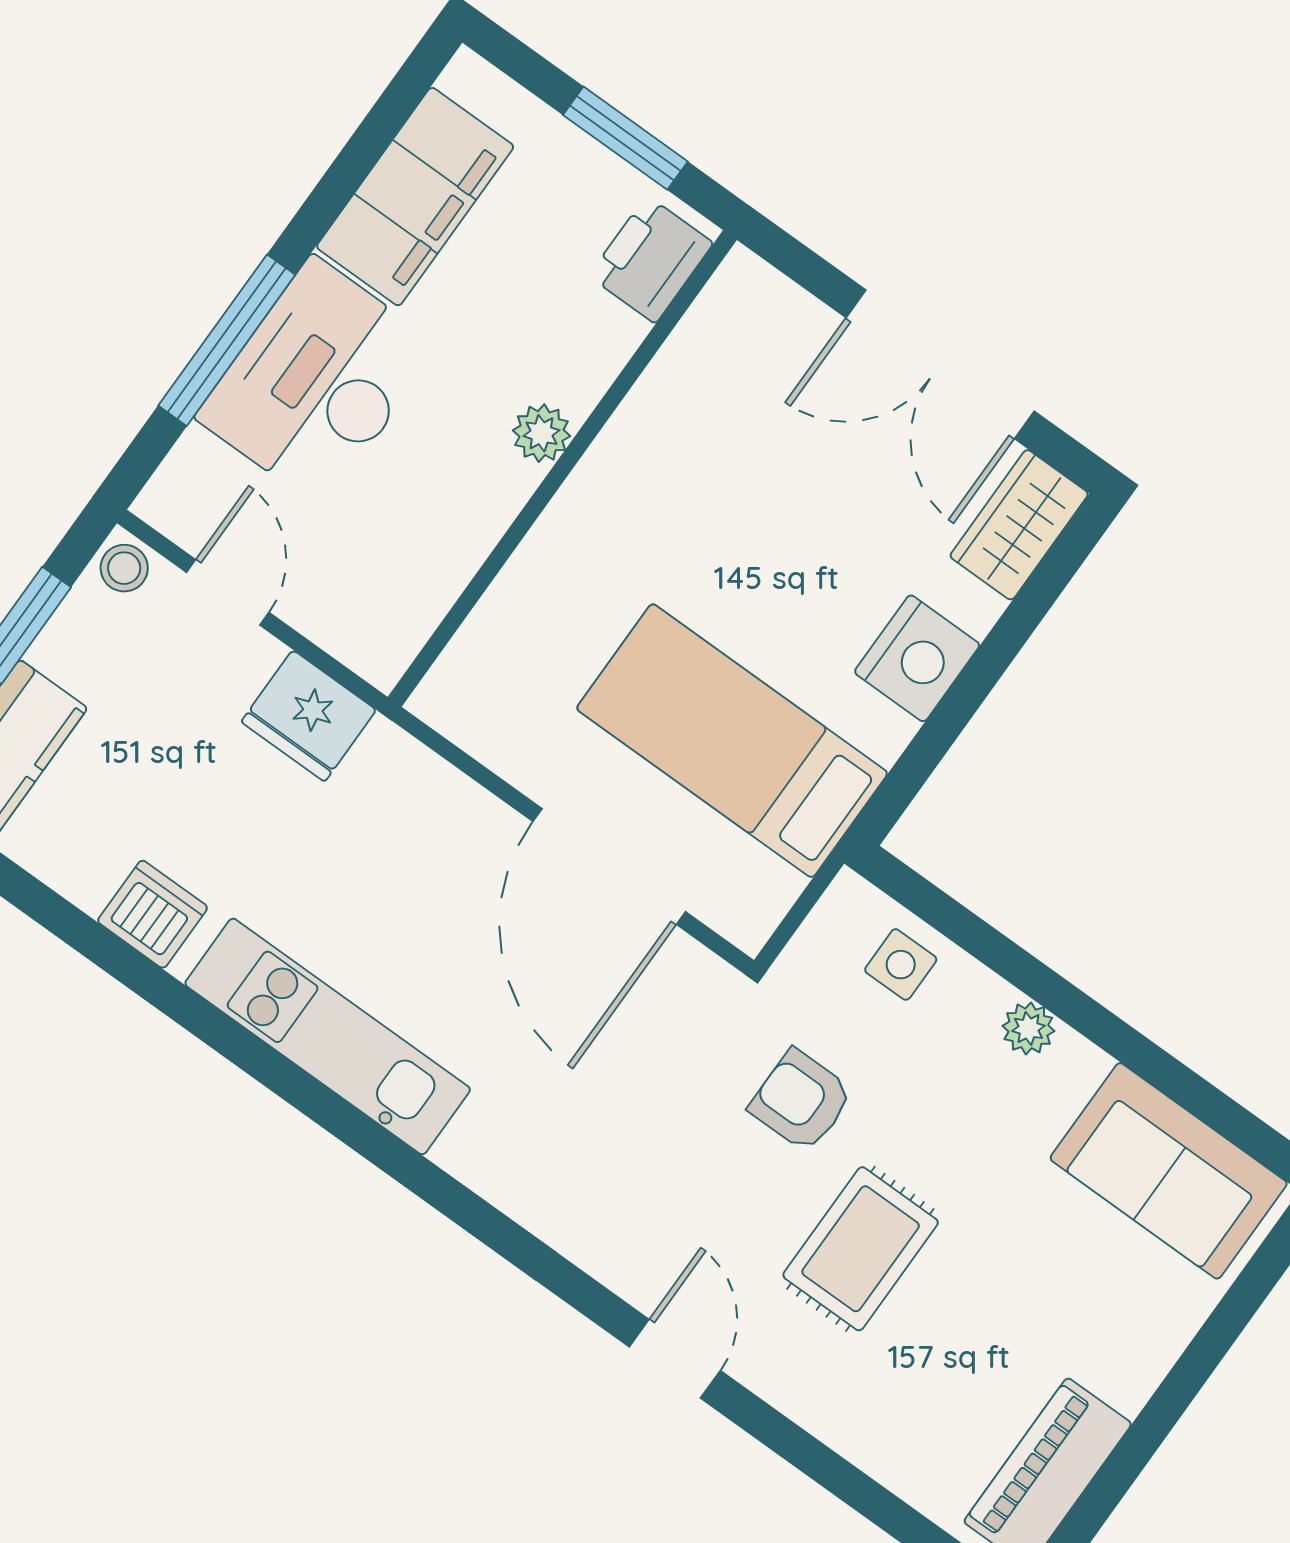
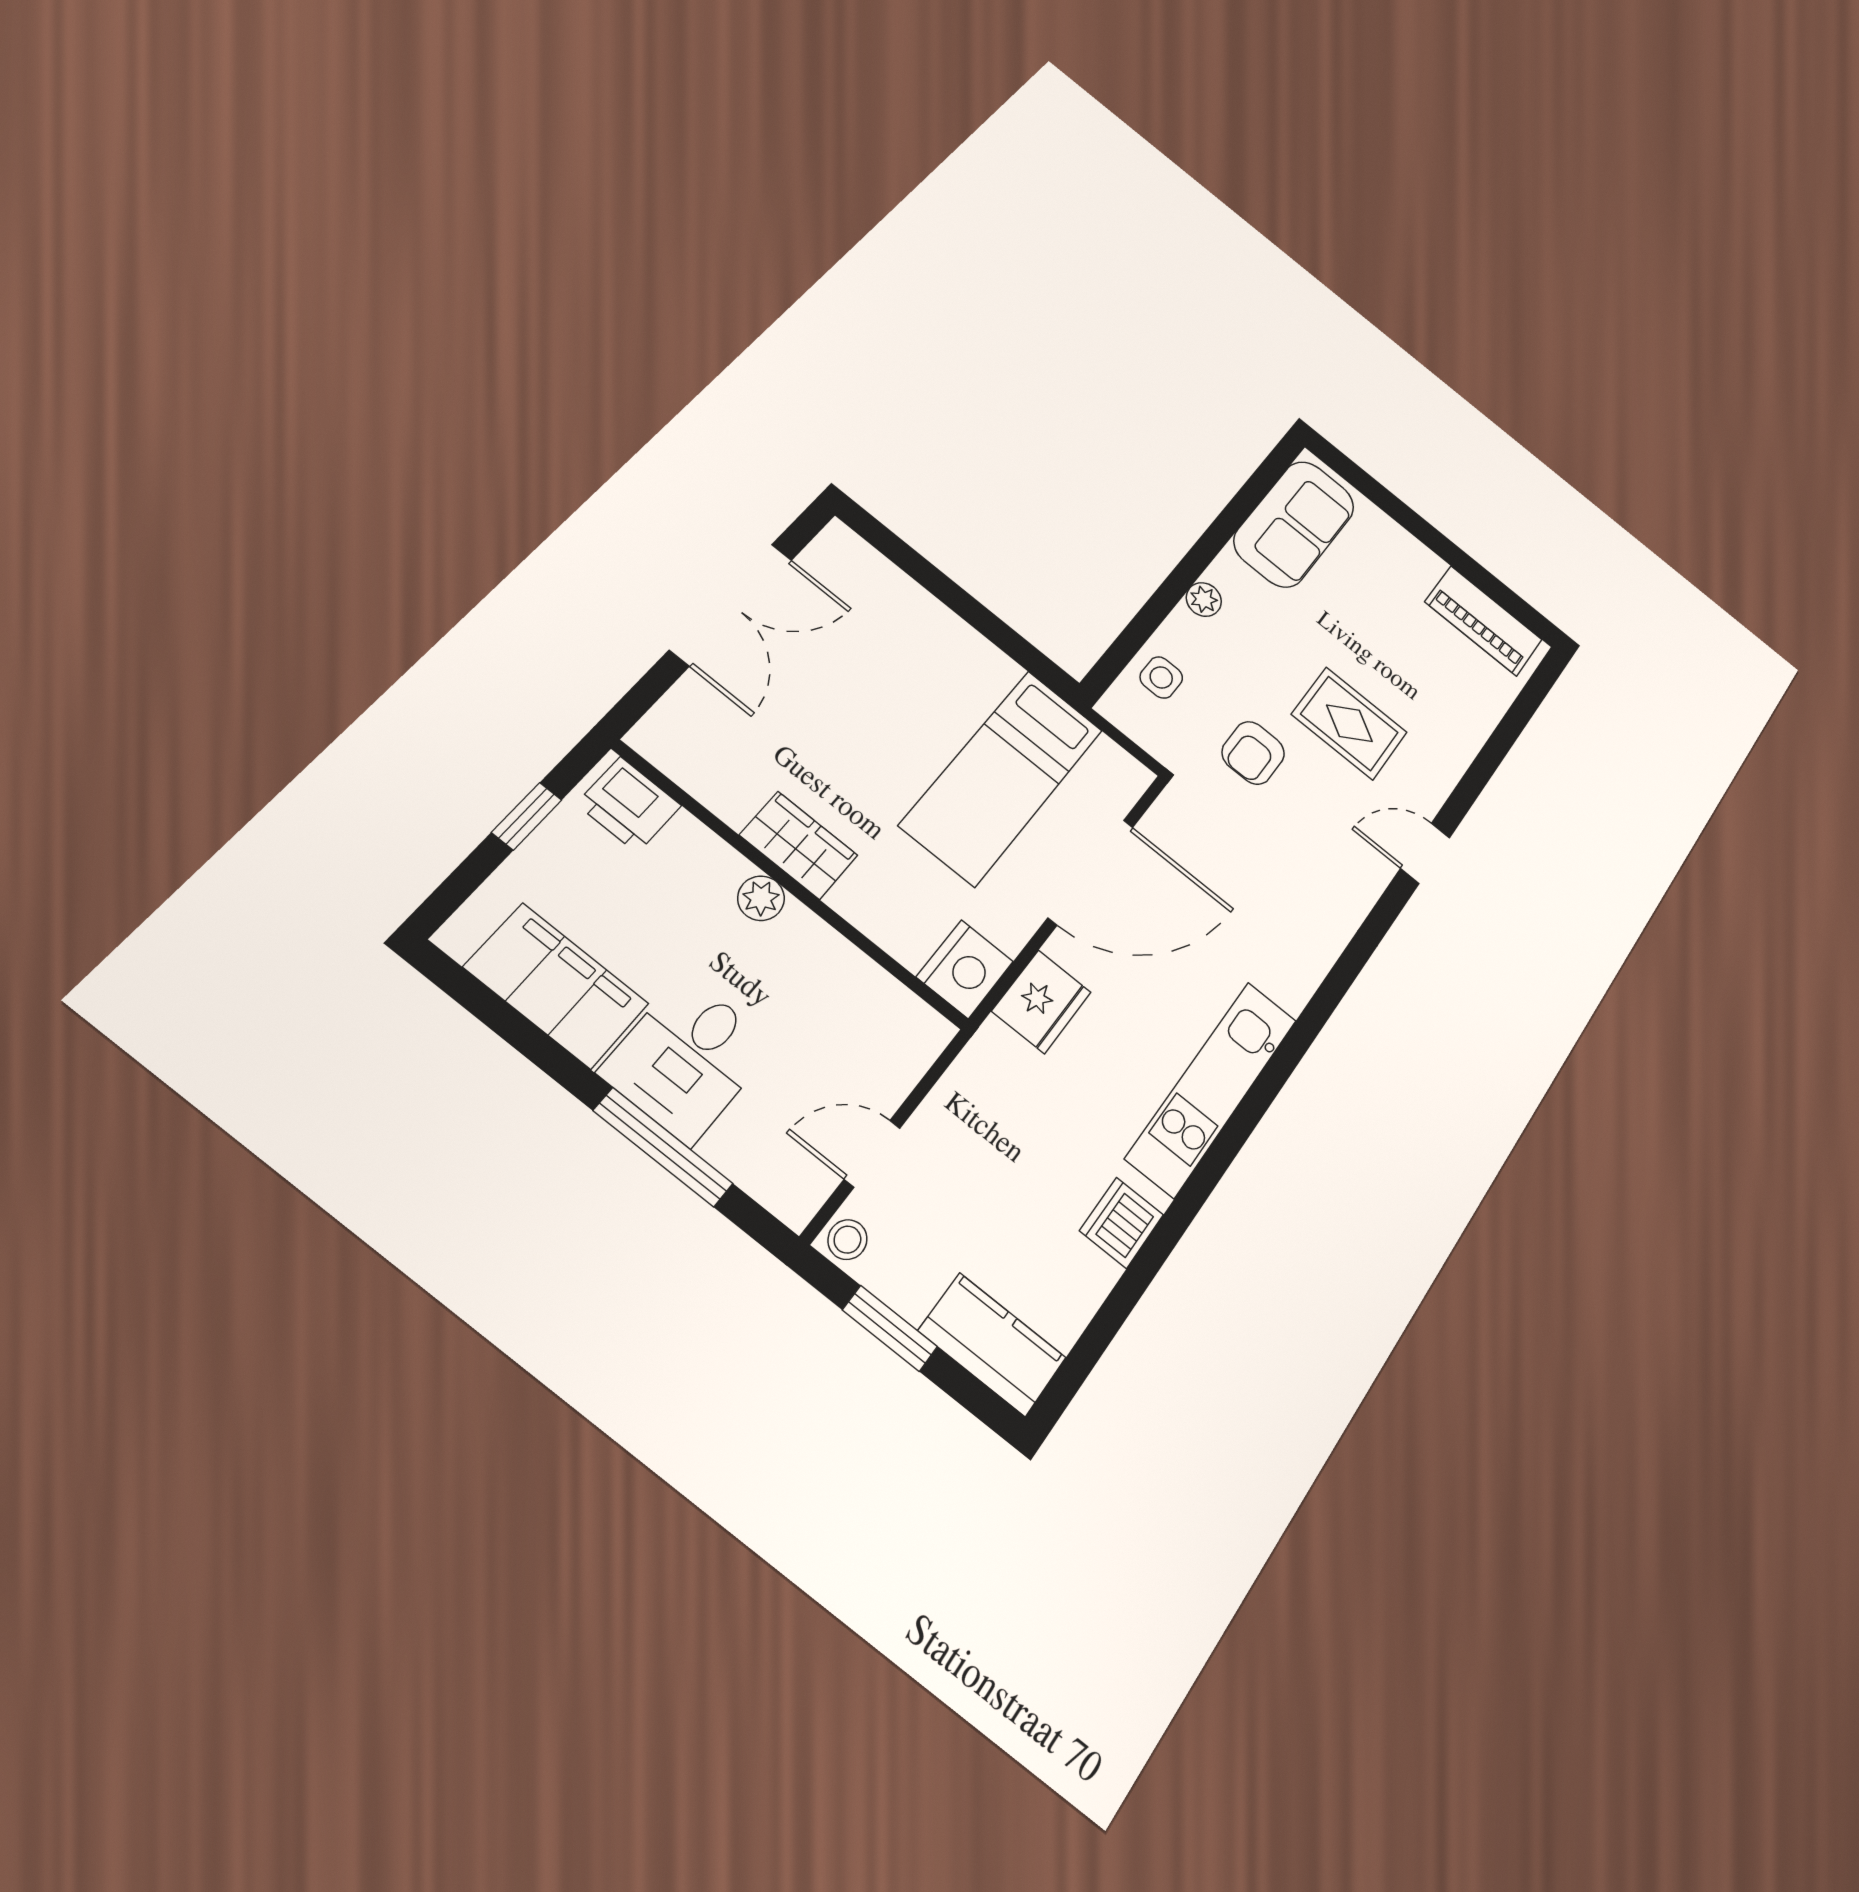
window: (625, 138) -> (527, 816), width x0.67
desk: (318, 382) -> (687, 1059), width x0.73
wardrobe: (1019, 525) -> (799, 845), moved, turned 180
nightstand: (917, 658) -> (965, 969), moved, turned 90
fridge: (309, 716) -> (1041, 1002), moved

